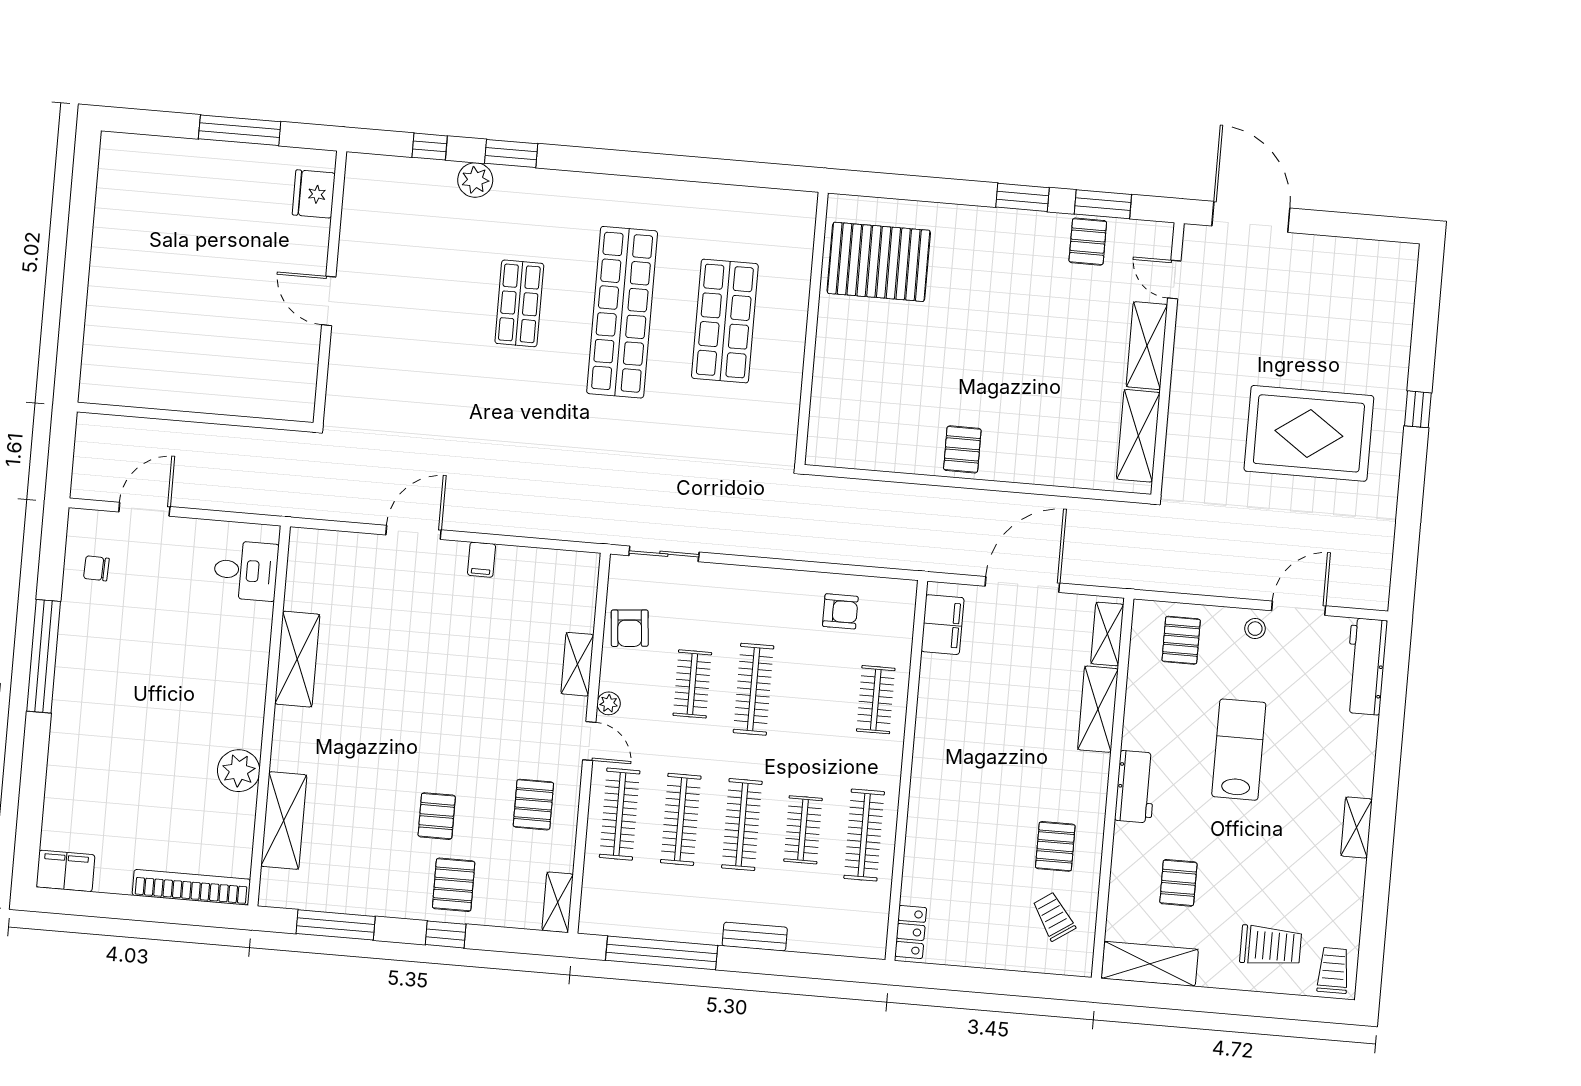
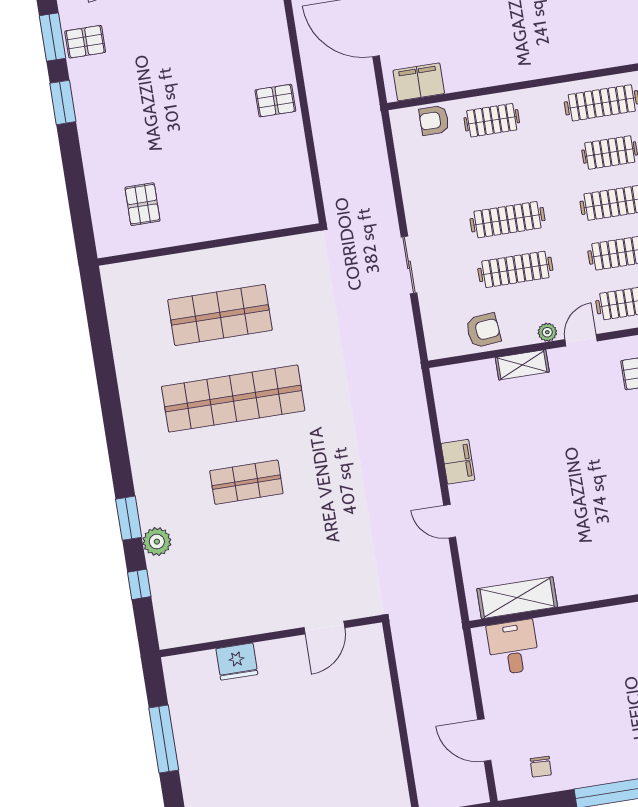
fridge: (314, 194) -> (237, 662), moved
pallet: (879, 262) -> (143, 204), width x0.49, depth x0.50
door: (329, 301) -> (324, 628), moved
door: (414, 532) -> (450, 521), width x0.73
sliding door: (664, 554) -> (409, 265), moved
filing cabinet: (482, 560) -> (458, 462), width x2.00
armchair: (840, 611) -> (434, 120), moved, turned -90
shelving: (297, 659) -> (517, 598), moved
clothes rail: (692, 684) -> (515, 269), width x1.36

